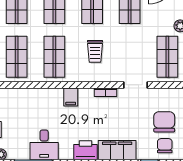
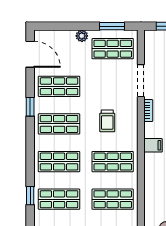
trolley: (95, 51) -> (107, 121), turned 90
doorway: (135, 85) -> (141, 81), width x1.38

